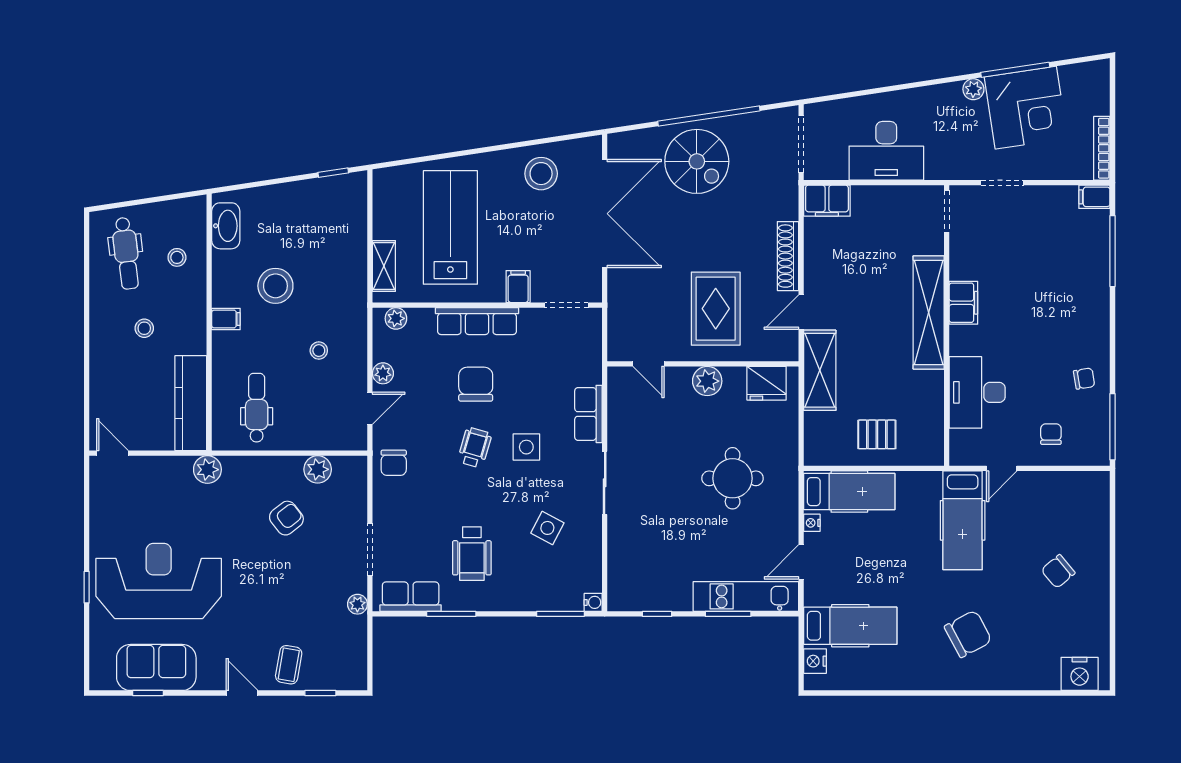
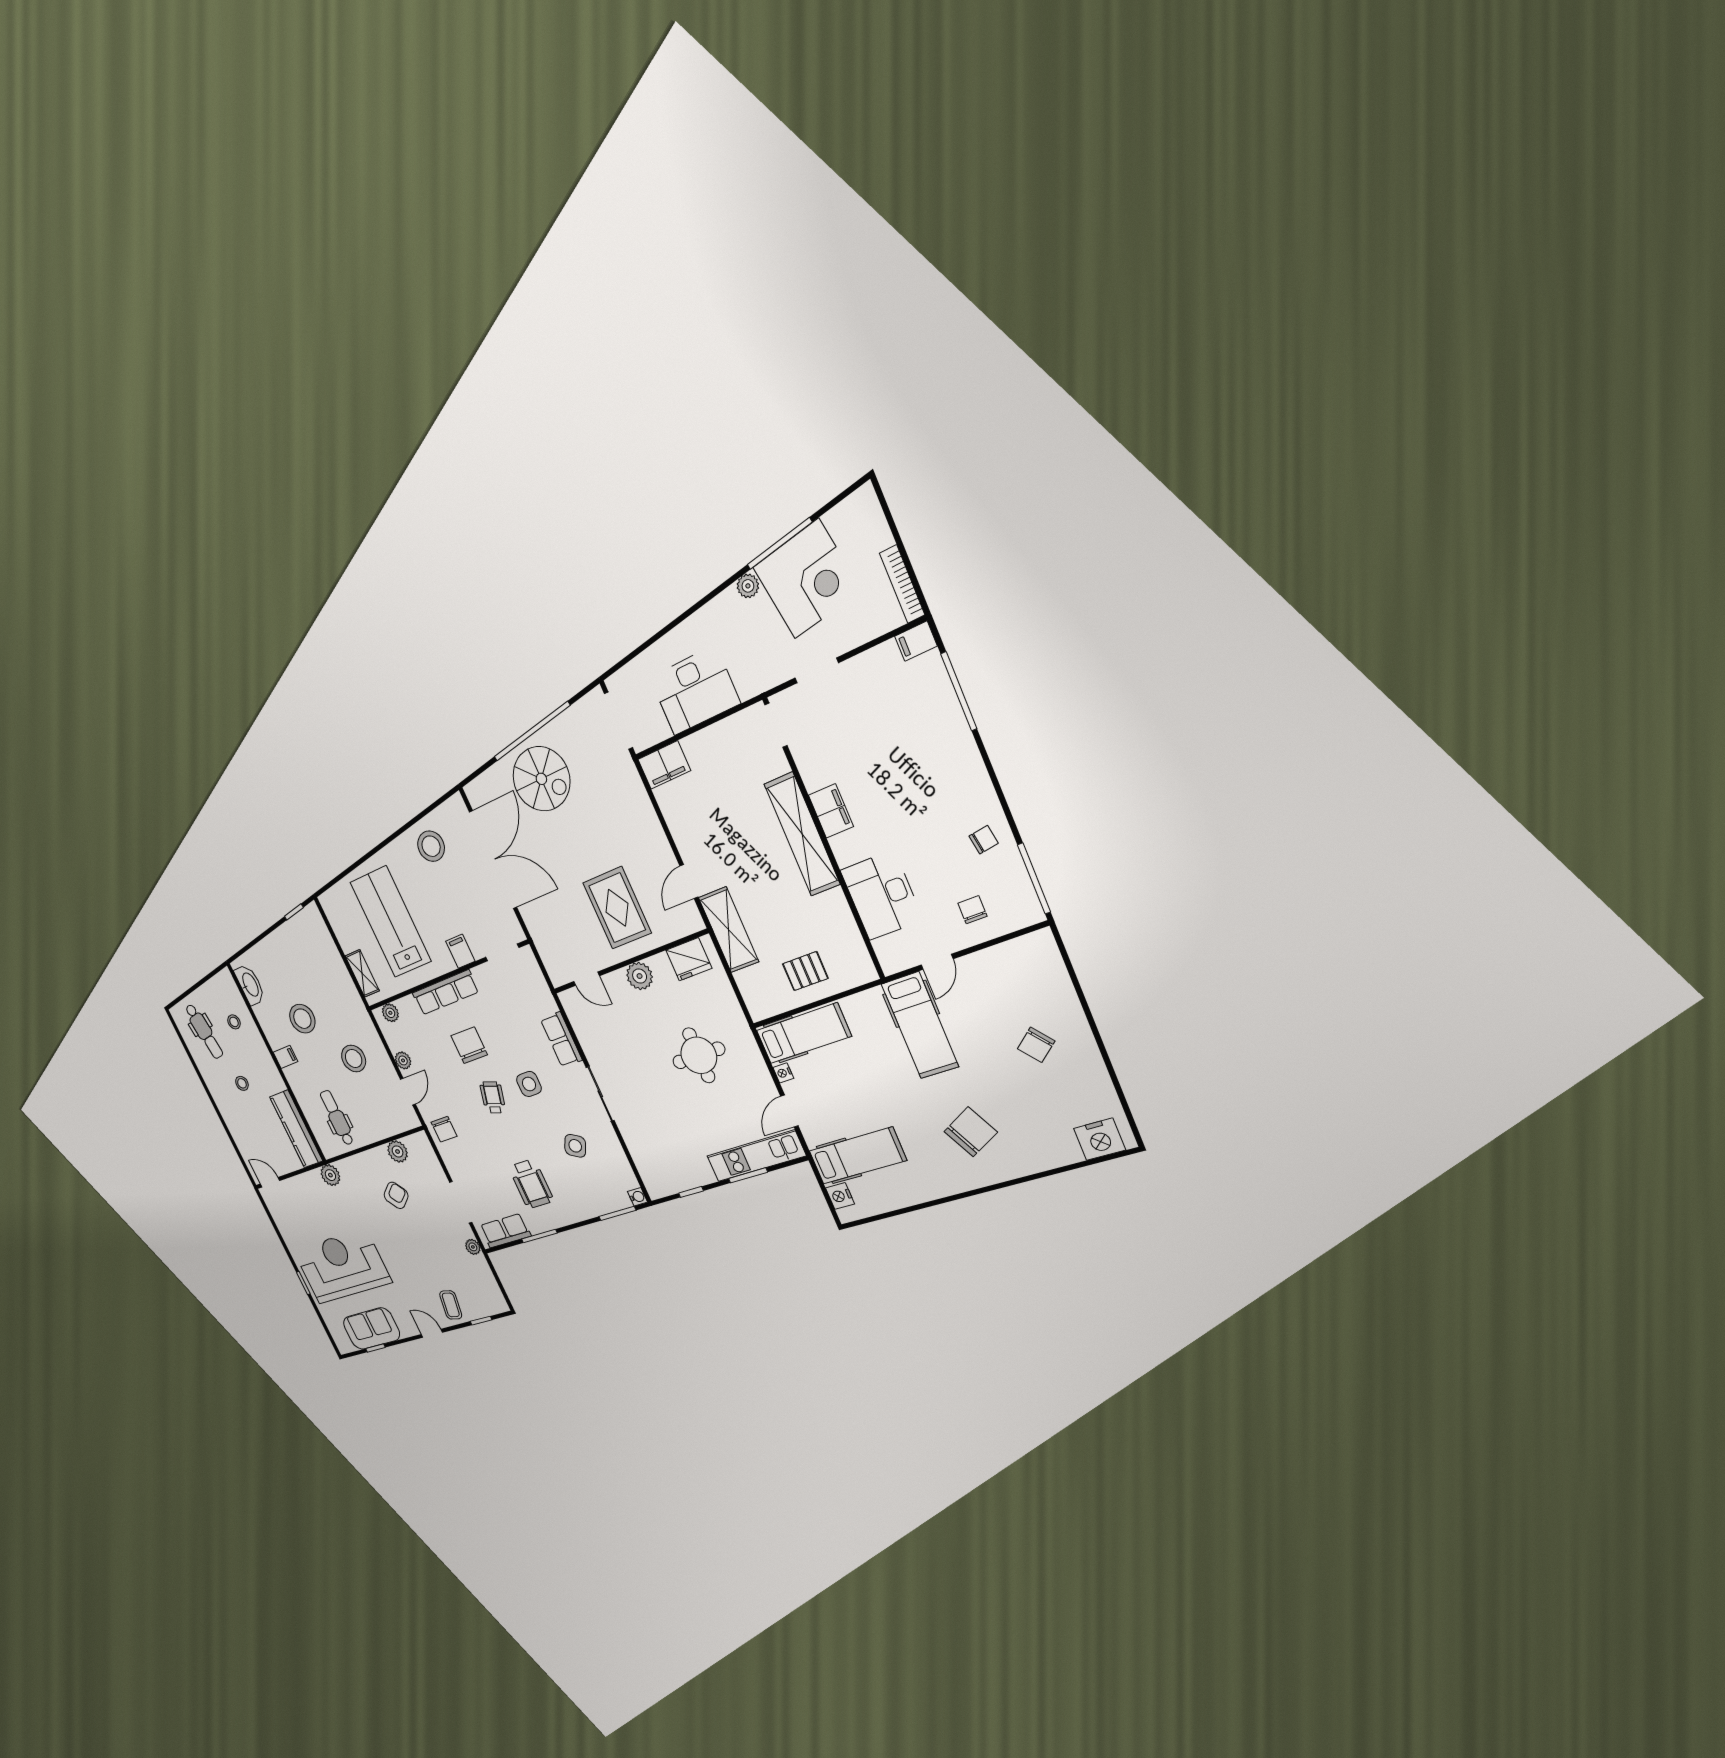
shoe rack: (788, 256) -> (655, 833), removed
stool: (319, 351) -> (354, 1059), width x1.89, depth x1.89

